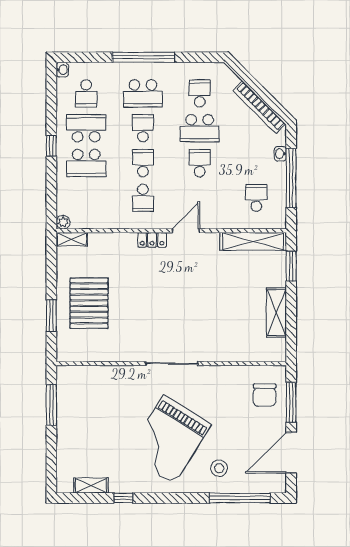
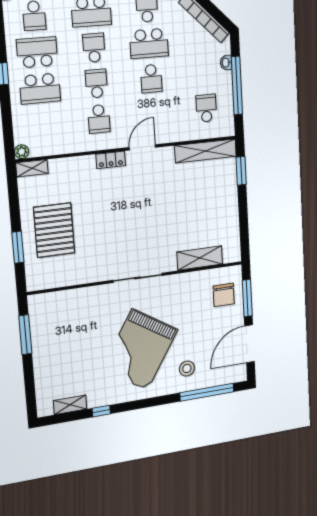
school desk: (200, 163) -> (151, 79), turned 180
shelving: (276, 313) -> (200, 258), moved, turned 90

